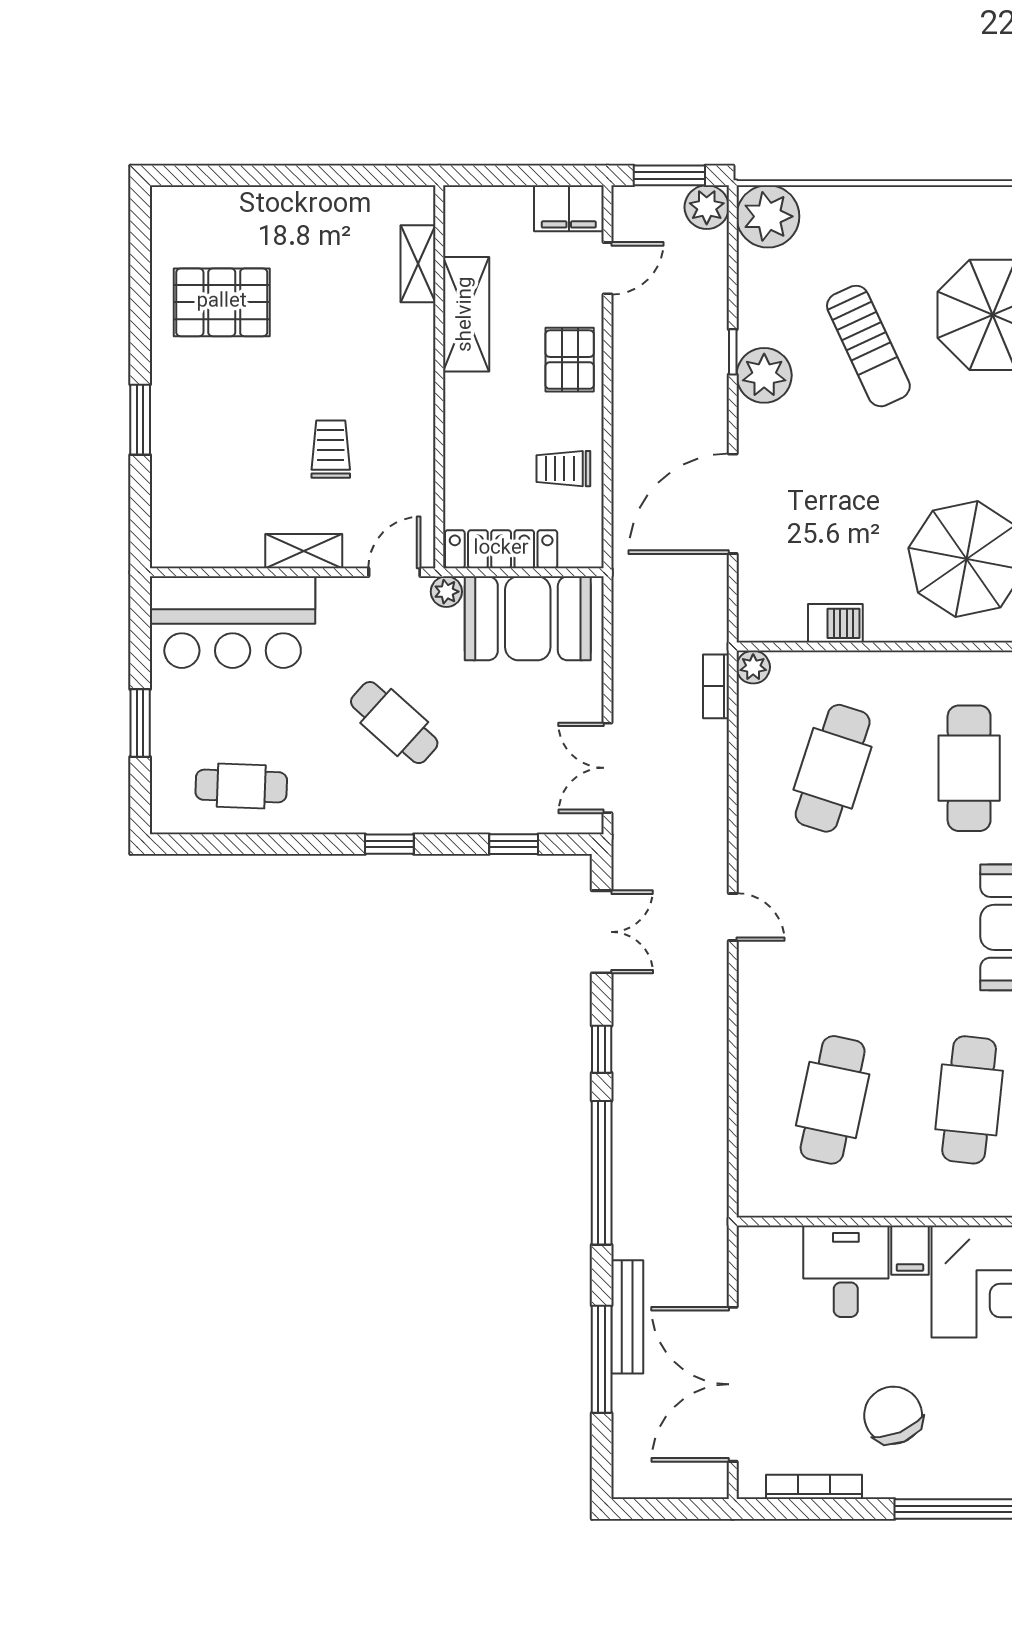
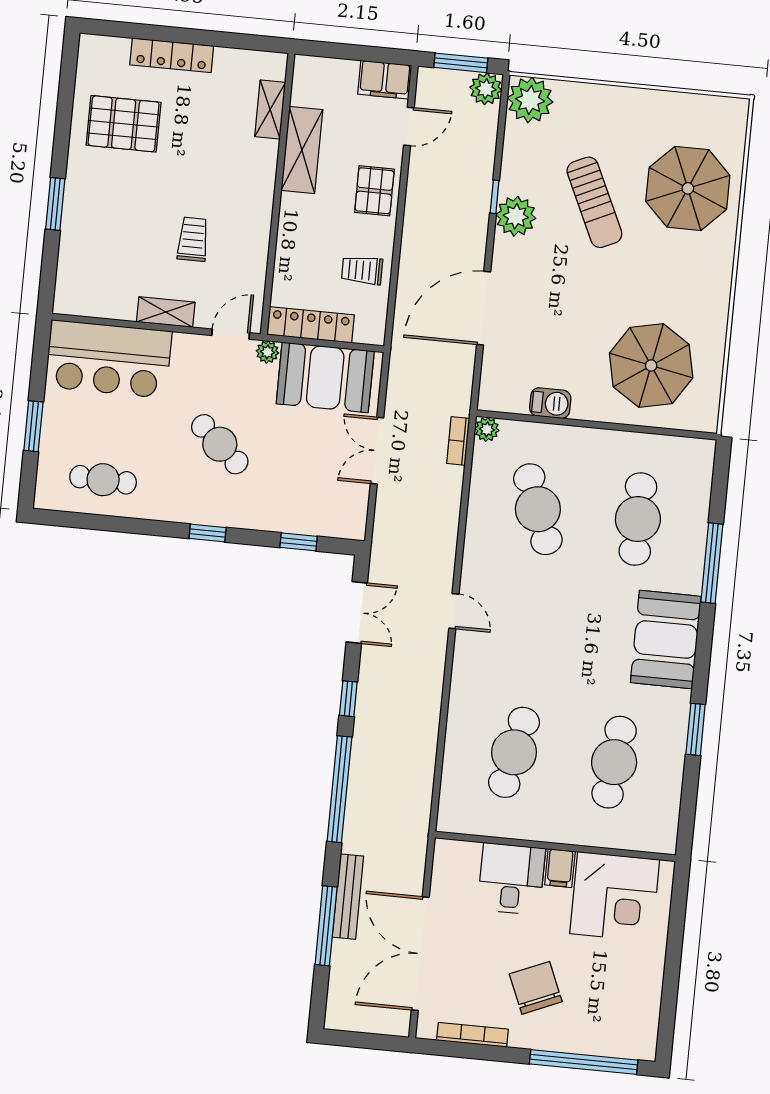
locker: (278, 203) -> (172, 55), added
double door: (608, 768) -> (377, 451), moved
cafe table: (833, 768) -> (538, 509), turned -39

